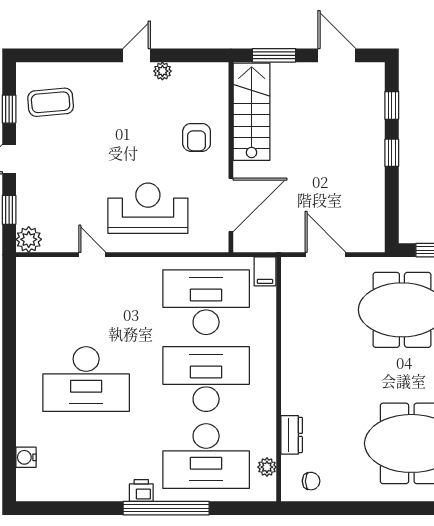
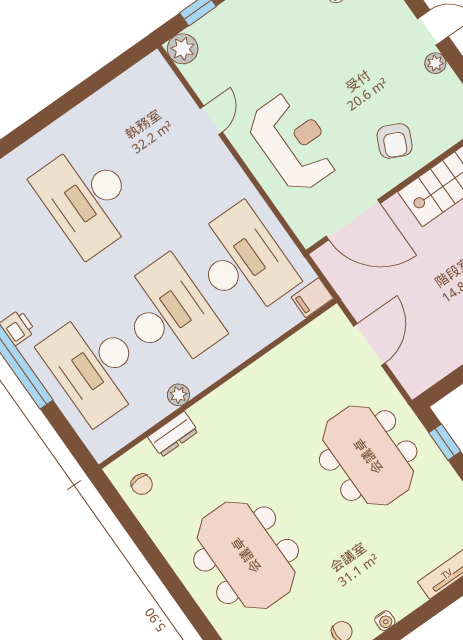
armchair: (197, 137) -> (395, 141), turned -65
plant: (267, 467) -> (178, 395), moved

